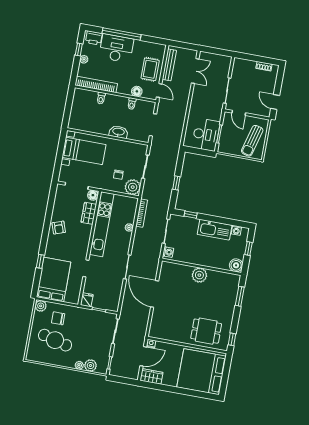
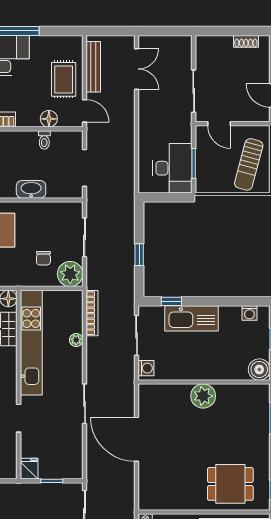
kitchen sink: (215, 230) -> (192, 318), moved

